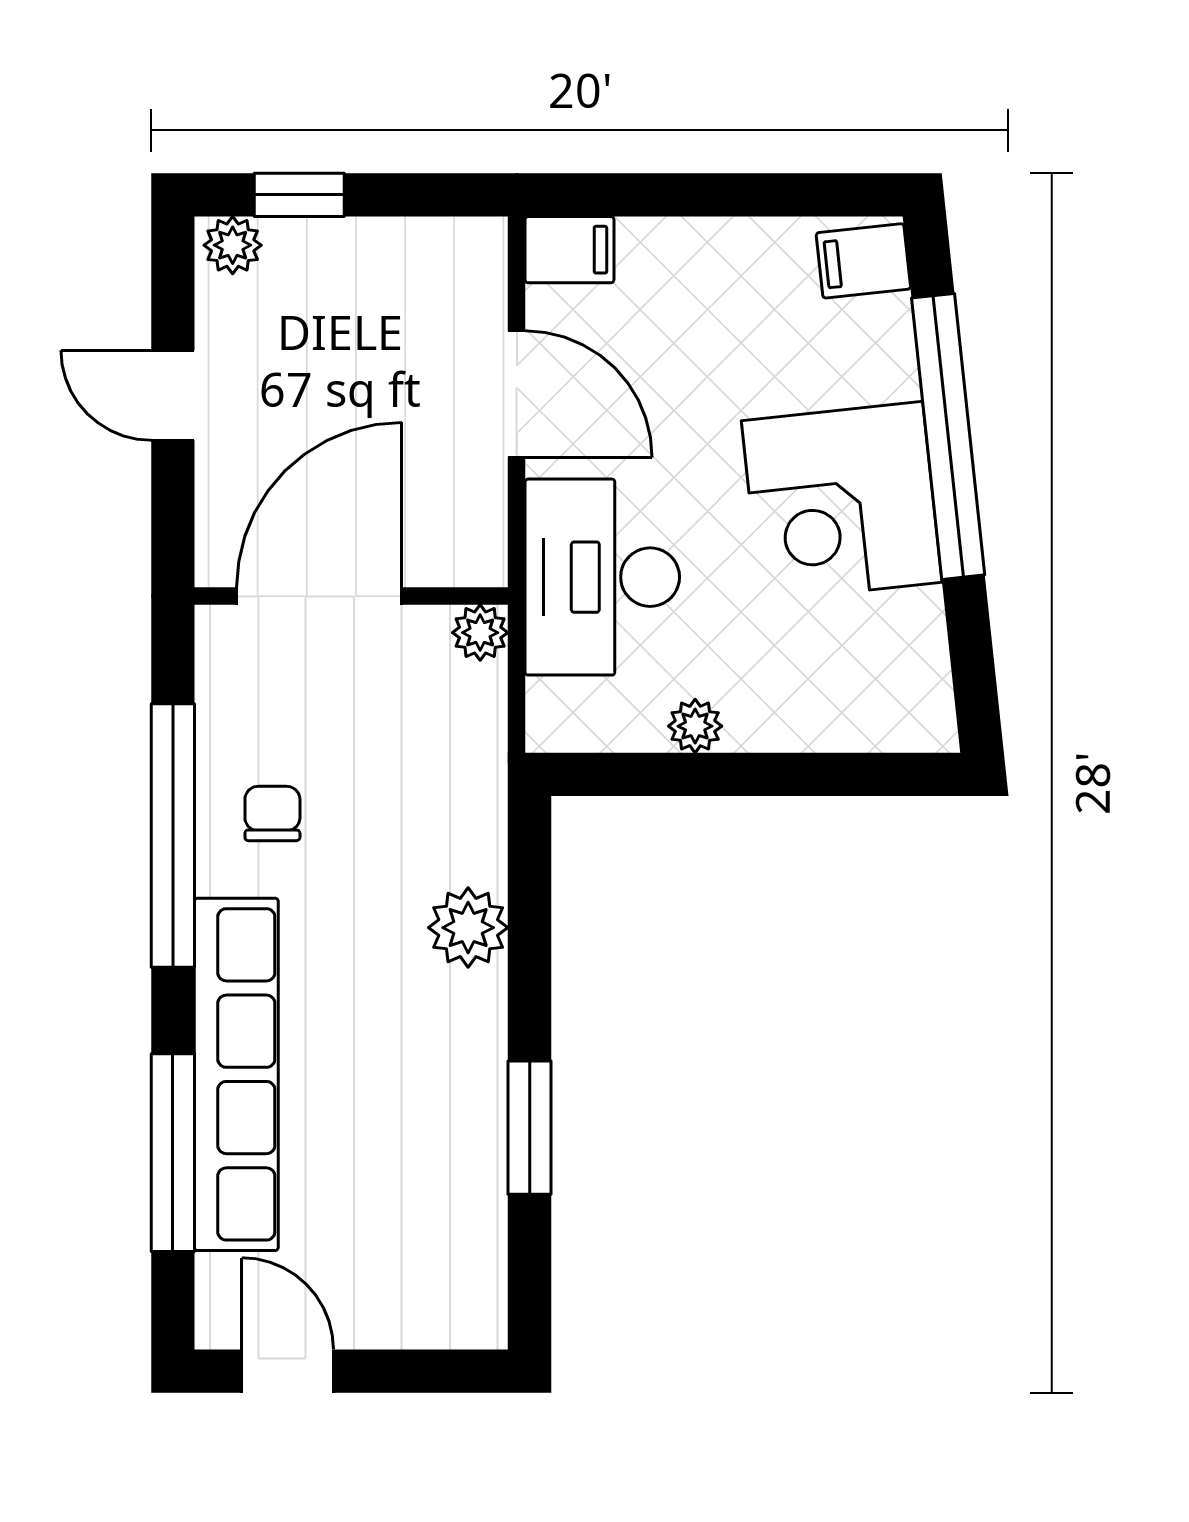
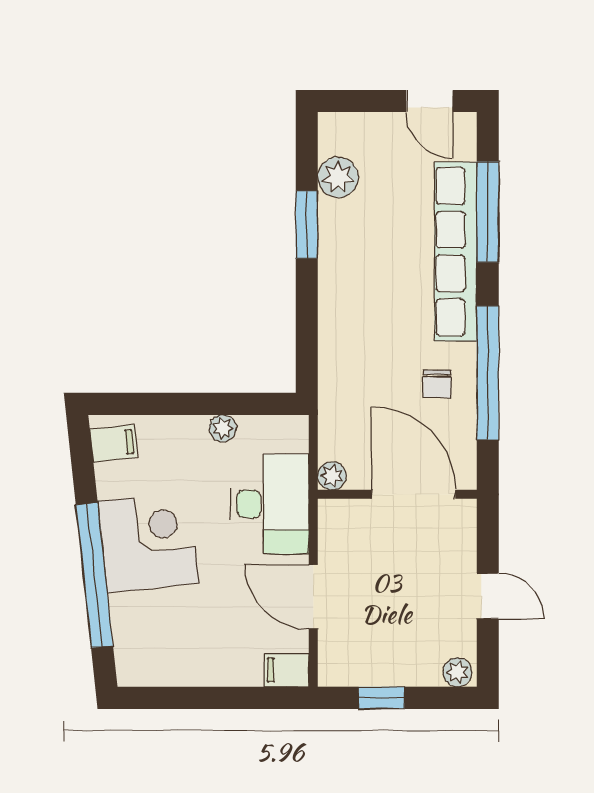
window: (299, 195) -> (382, 698), moved
filing cabinet: (863, 261) -> (114, 443), moved
door: (319, 596) -> (413, 494), swing flipped
plant: (468, 928) -> (338, 177), moved

